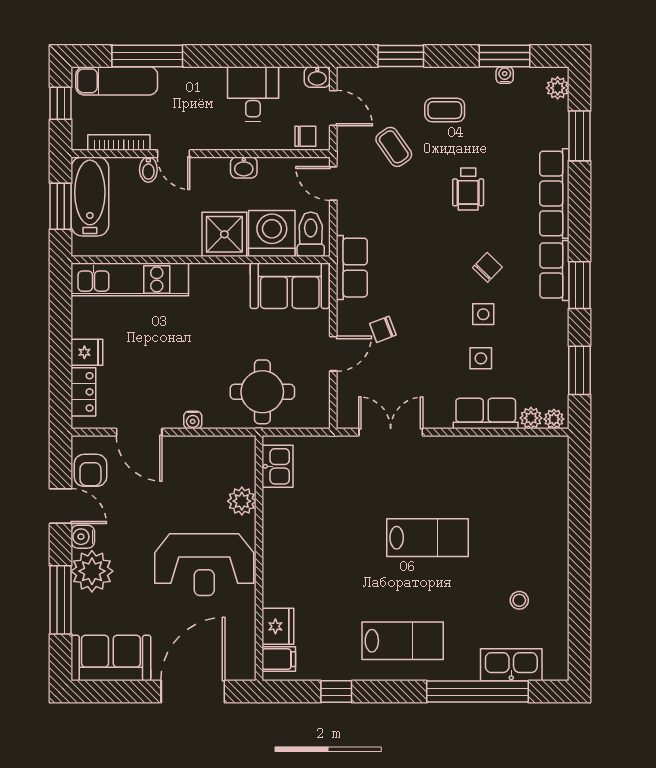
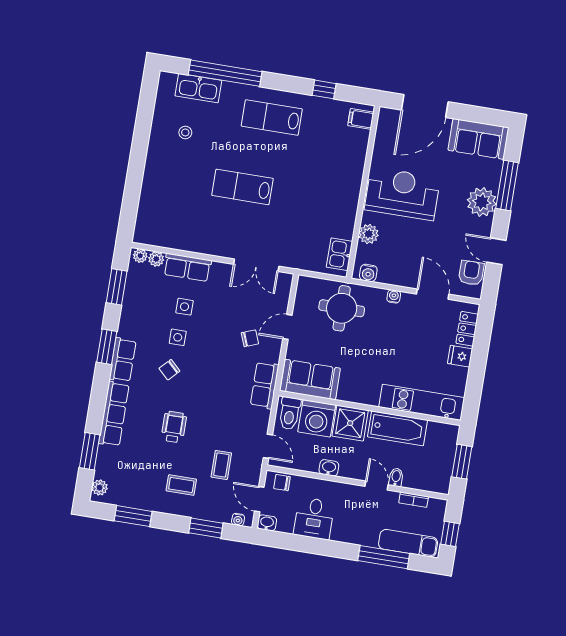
water cooler: (505, 75) -> (238, 520), moved
bookcase: (119, 142) -> (414, 500), width x0.64
coffee table: (394, 147) -> (221, 465), turned 35
bathtub: (90, 196) -> (397, 428), moved, turned -90
water cooler: (83, 537) -> (368, 273), moved, turned 90
fridge: (278, 626) -> (358, 142), removed

